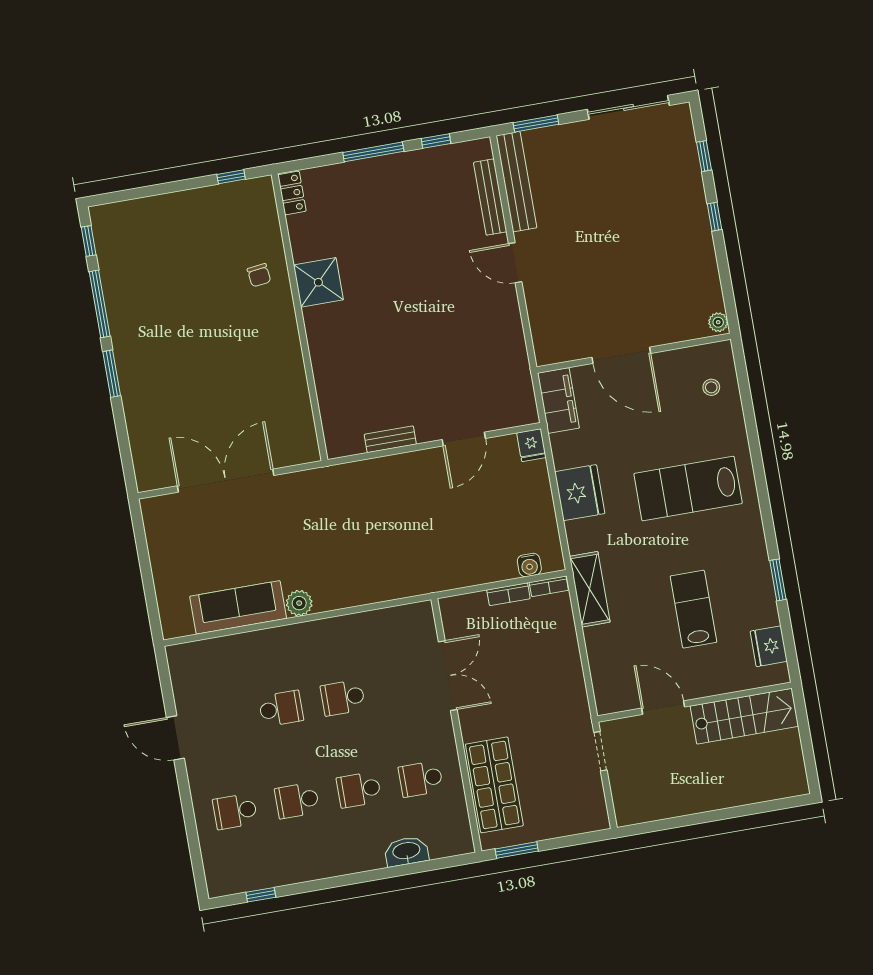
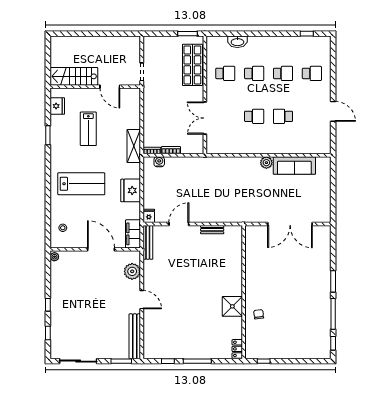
bench: (490, 197) -> (148, 242), moved
plant: (546, 320) -> (132, 271), added

